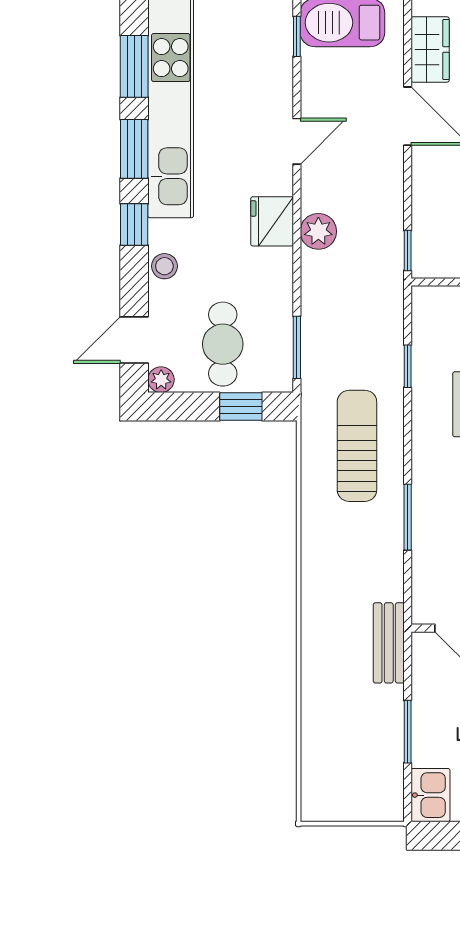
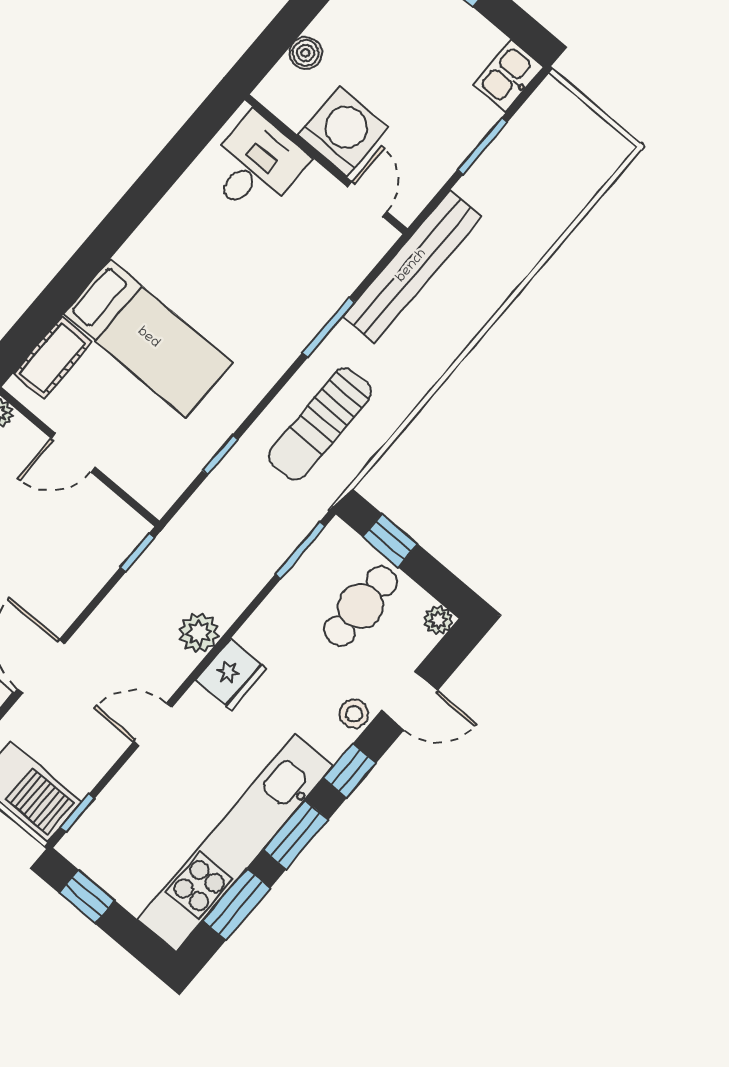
door: (134, 340) -> (409, 700), moved
bench: (389, 643) -> (412, 266), width x1.86, depth x1.21

